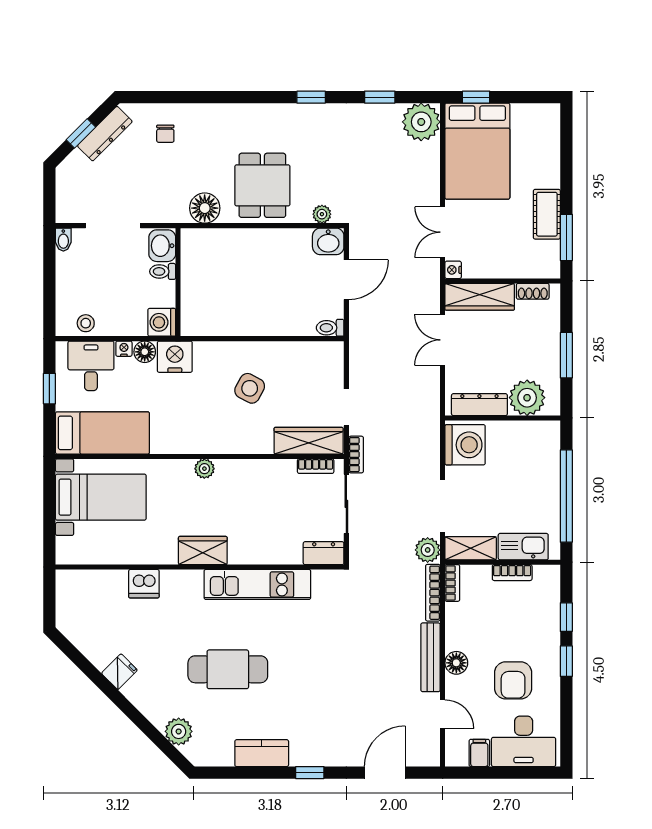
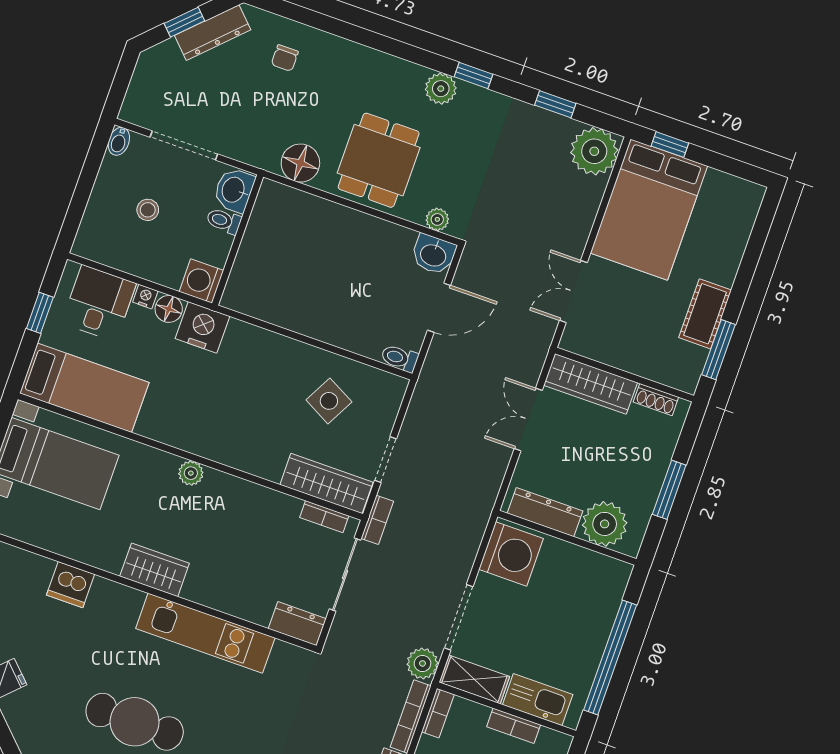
plant: (290, 115) -> (441, 89), added
nightstand: (453, 270) -> (570, 341), removed
stool: (86, 323) -> (148, 210), moved
side table: (250, 388) -> (329, 401), moved

